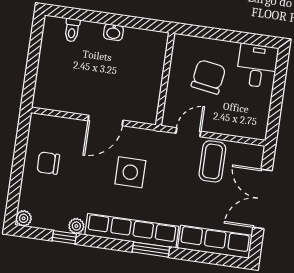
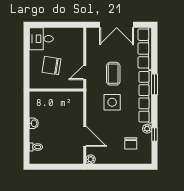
door: (106, 120) -> (85, 136), moved
door: (188, 132) -> (85, 72), hinge flipped
coffee table: (212, 161) -> (113, 74), moved, turned 90
chair: (48, 163) -> (131, 143), moved
plant: (24, 218) -> (91, 159), moved

